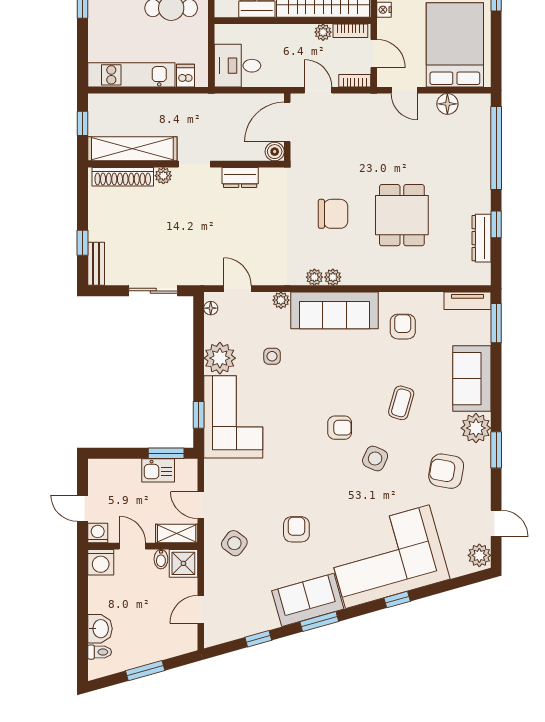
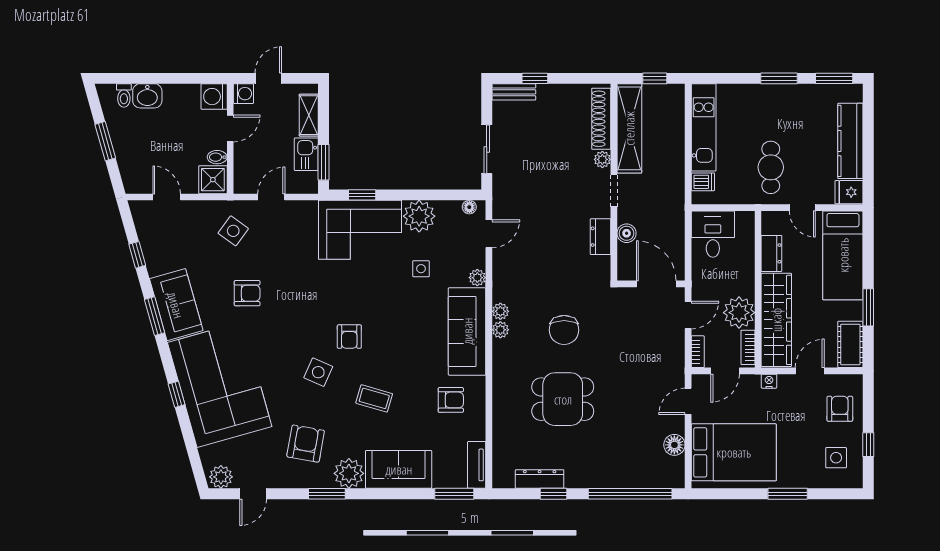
plant: (323, 32) -> (739, 313), width x1.88, depth x1.88
boiler: (275, 152) -> (627, 233), moved
shelving: (177, 534) -> (309, 115), moved

